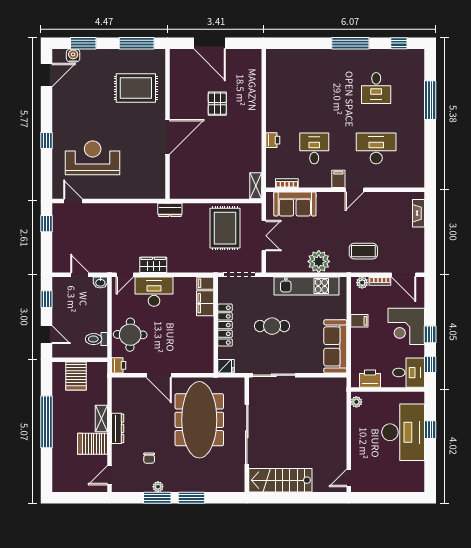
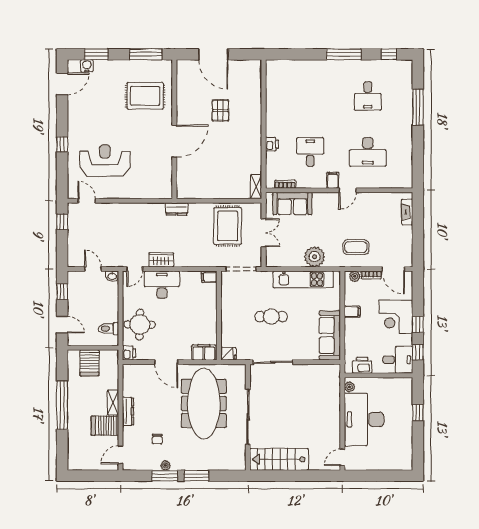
desk: (376, 148) -> (368, 152), turned 180
filing cabinet: (205, 303) -> (204, 352), moved, turned 90
locker: (225, 325) -> (228, 316), removed
desk: (403, 432) -> (364, 419), moved, turned 180

